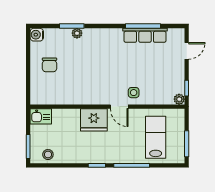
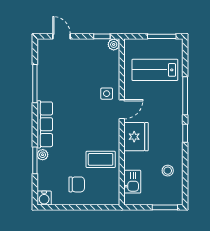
row of seats: (145, 35) -> (45, 124), moved
coffee table: (73, 87) -> (101, 159), added
kitchen sink: (41, 116) -> (132, 182), moved
stool: (48, 155) -> (168, 171), moved

